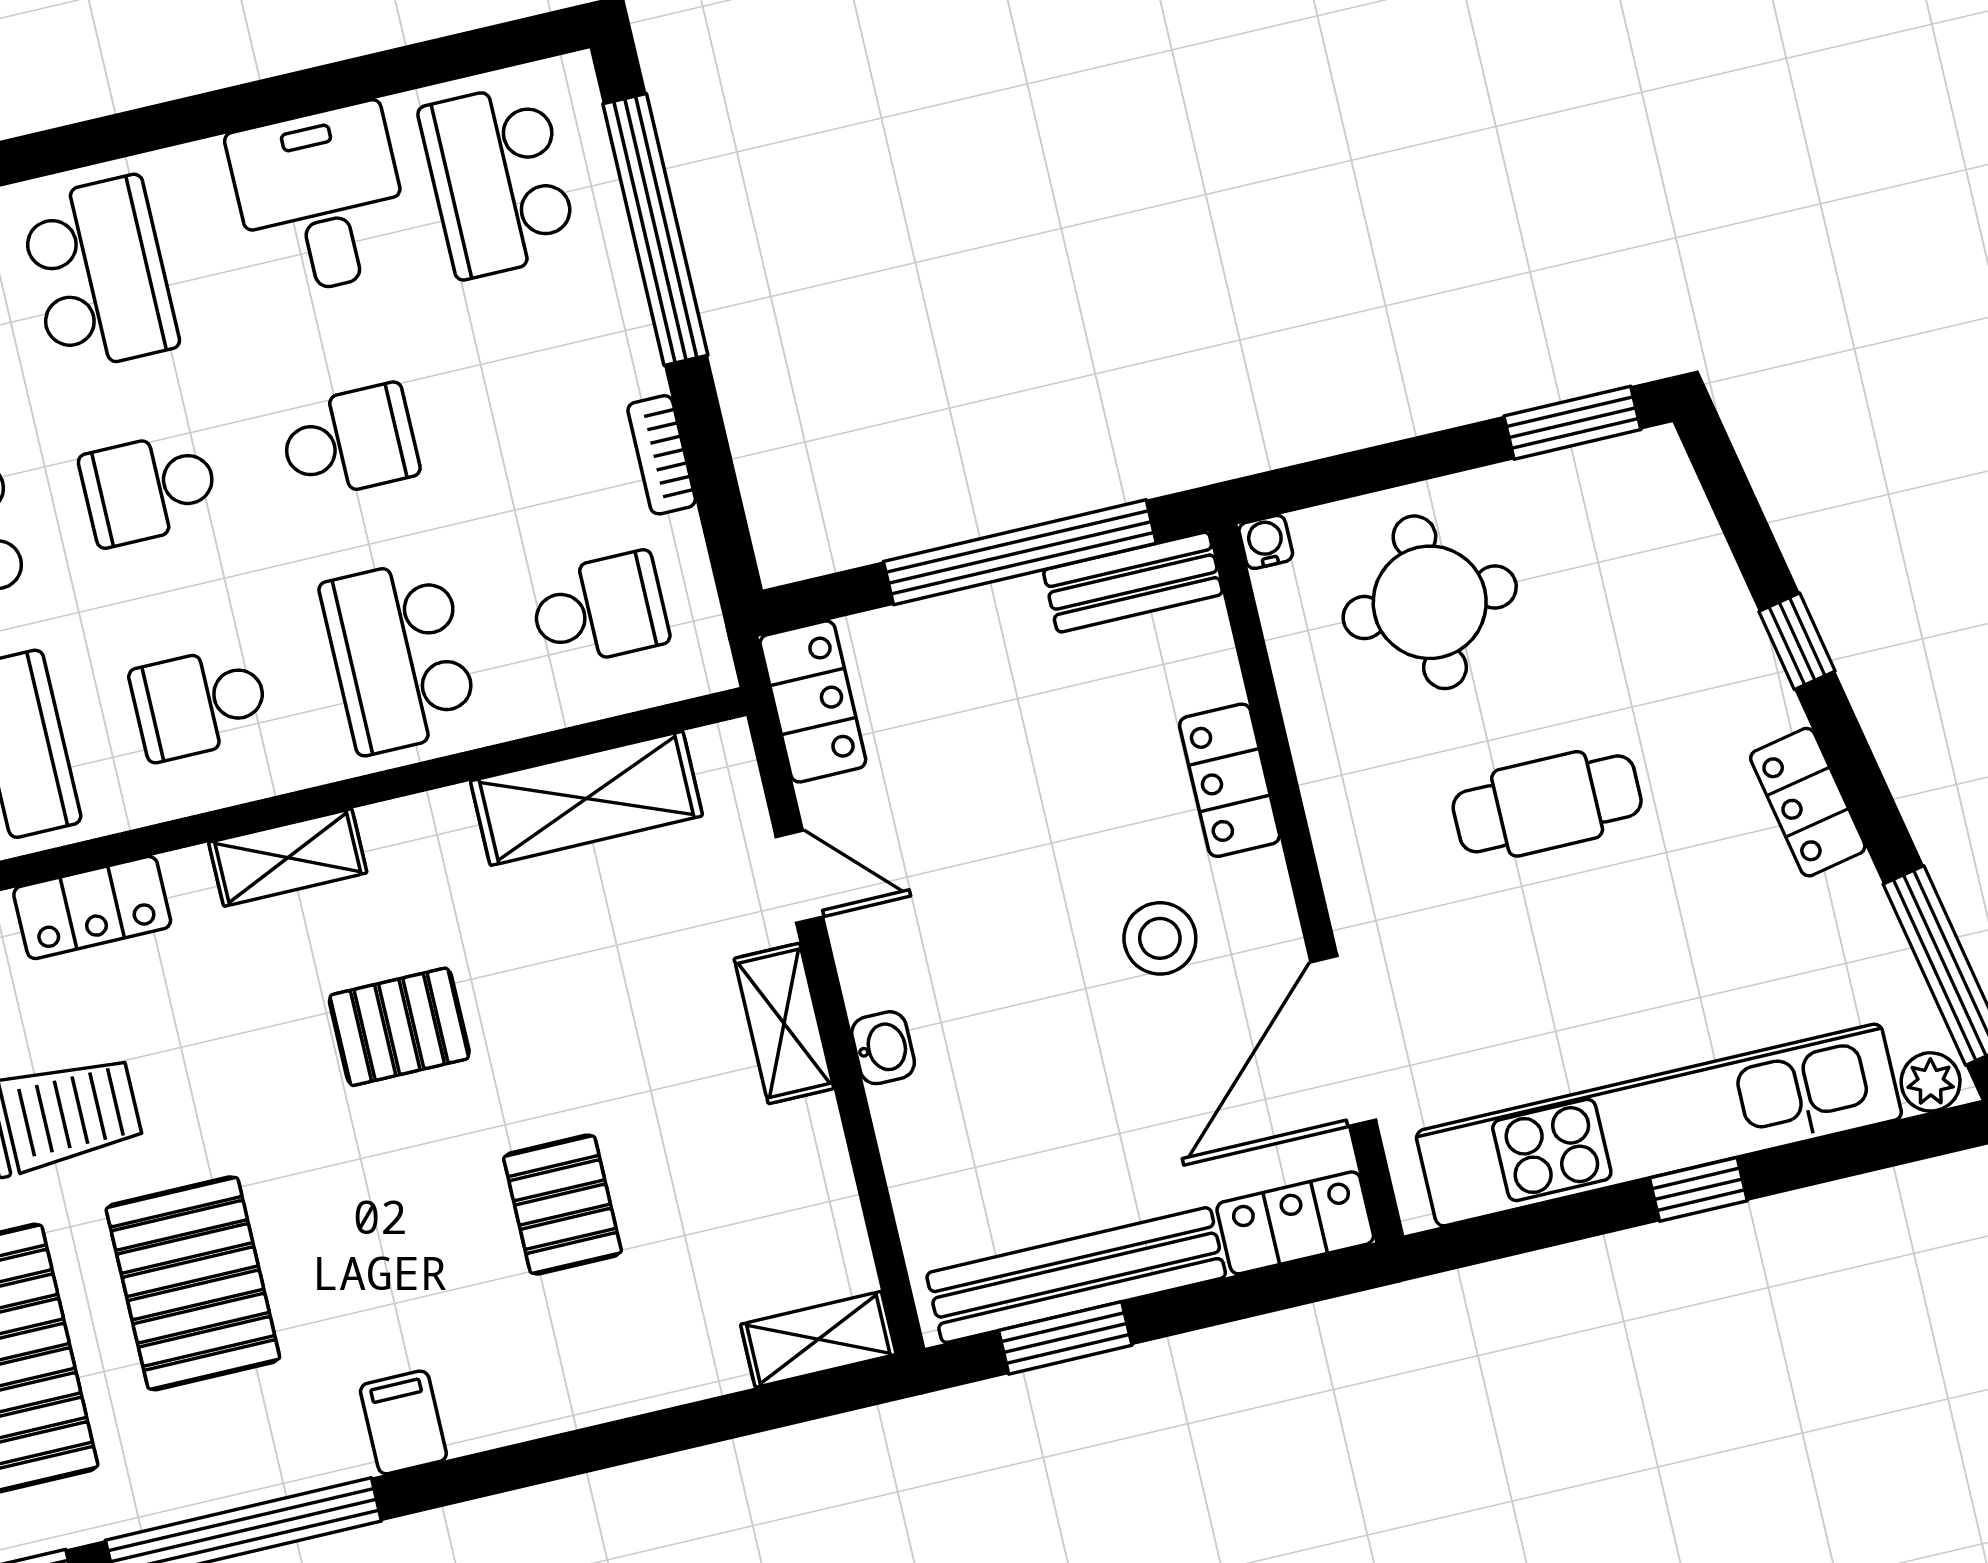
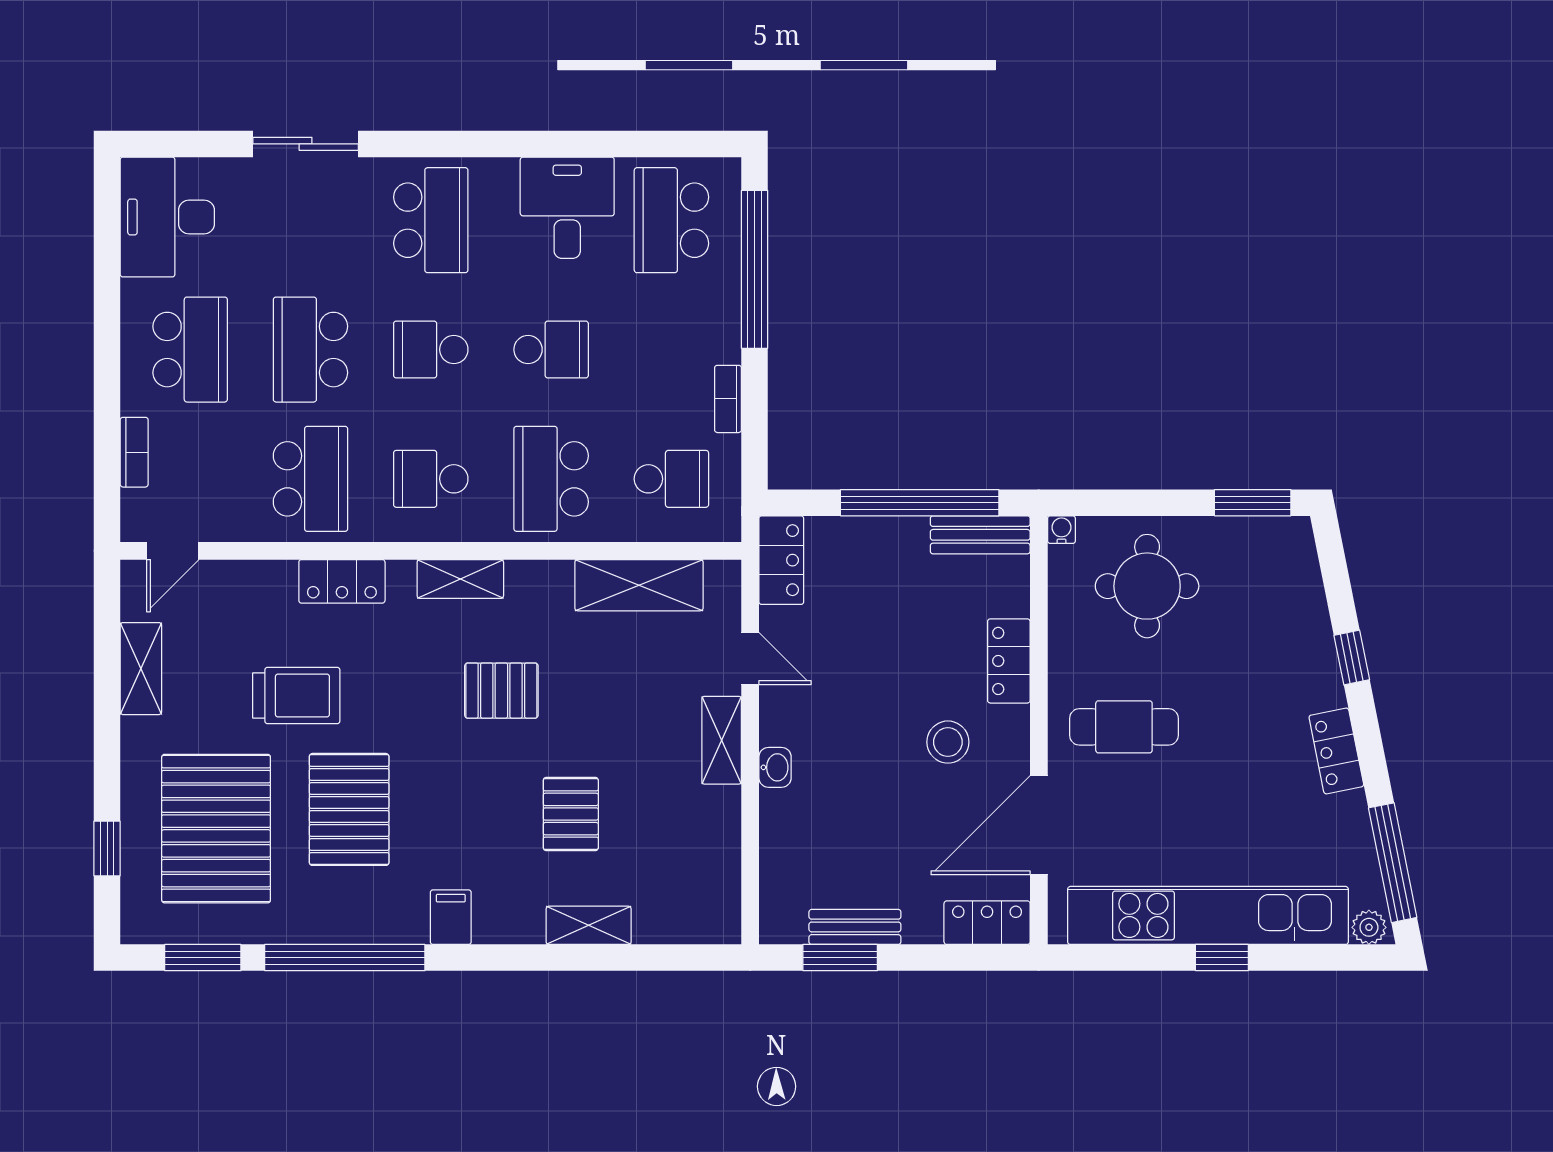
cafe table: (1547, 804) -> (1124, 727), moved
bench: (1076, 1275) -> (855, 927), width x0.54, depth x0.82
shelving: (818, 1339) -> (589, 925), moved

